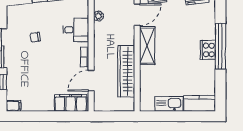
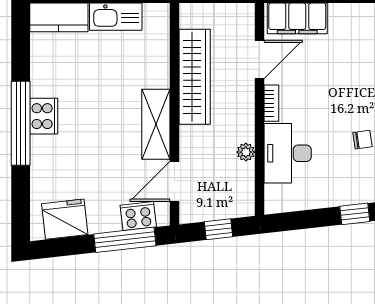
plant: (98, 16) -> (246, 152), moved
desk: (76, 30) -> (288, 153), width x1.37

